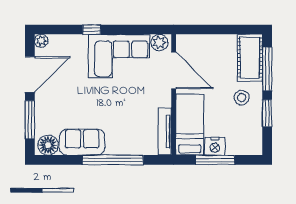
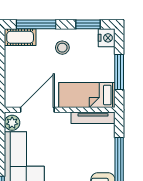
cot: (250, 58) -> (20, 37), width x0.73, depth x0.75
window: (267, 113) -> (88, 24), moved
nightstand: (215, 146) -> (107, 38), moved

